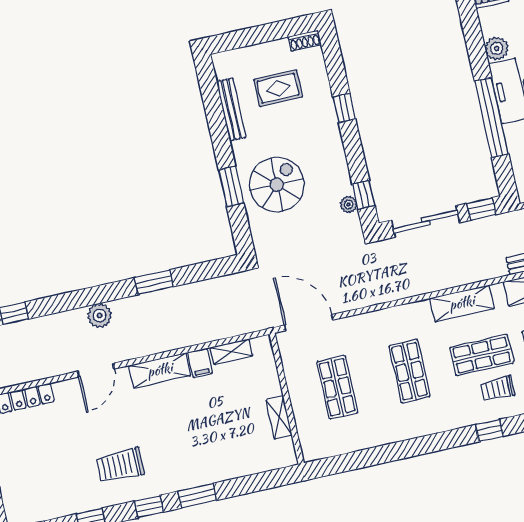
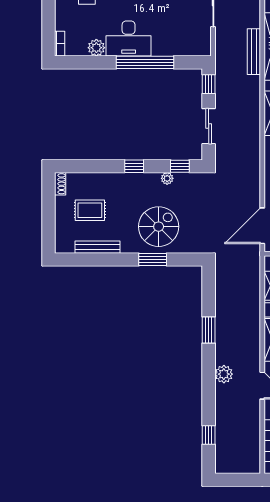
rug: (278, 88) -> (90, 210), turned 90
window: (344, 108) -> (134, 166), moved
spiral stairs: (277, 185) -> (159, 227), turned 90
plant: (349, 204) -> (167, 178), moved
sliding door: (426, 221) -> (209, 126), width x0.73

